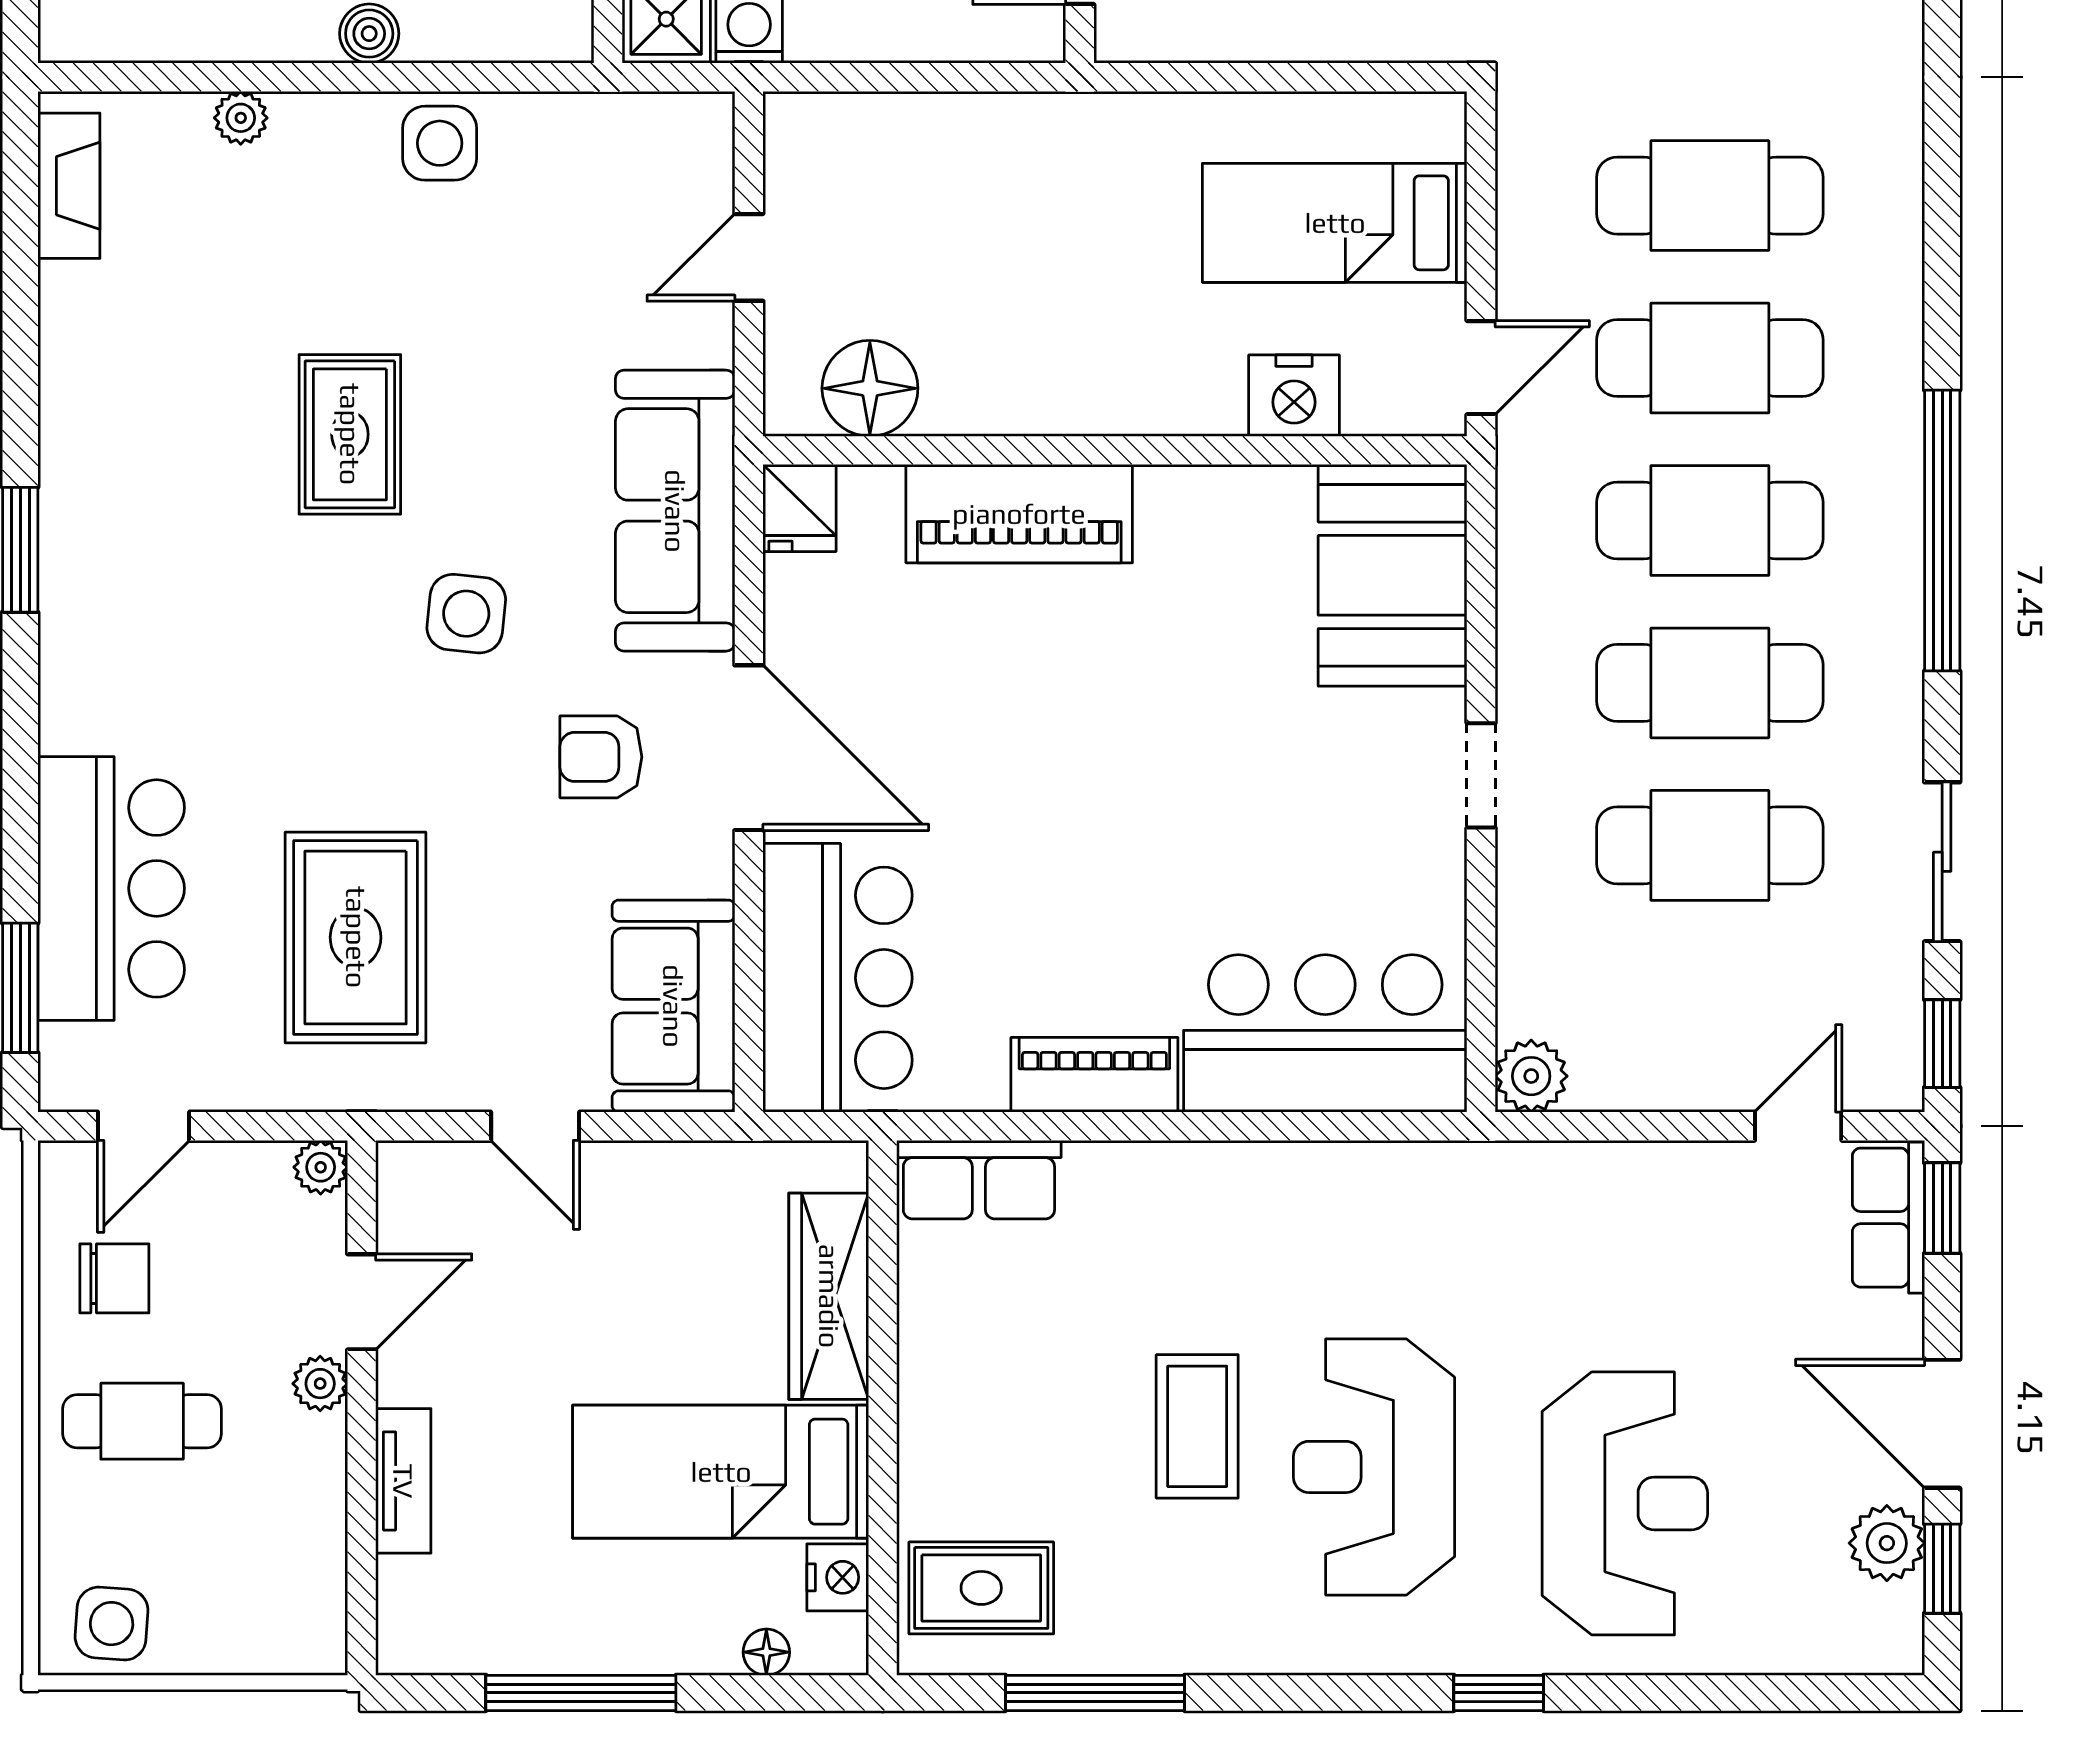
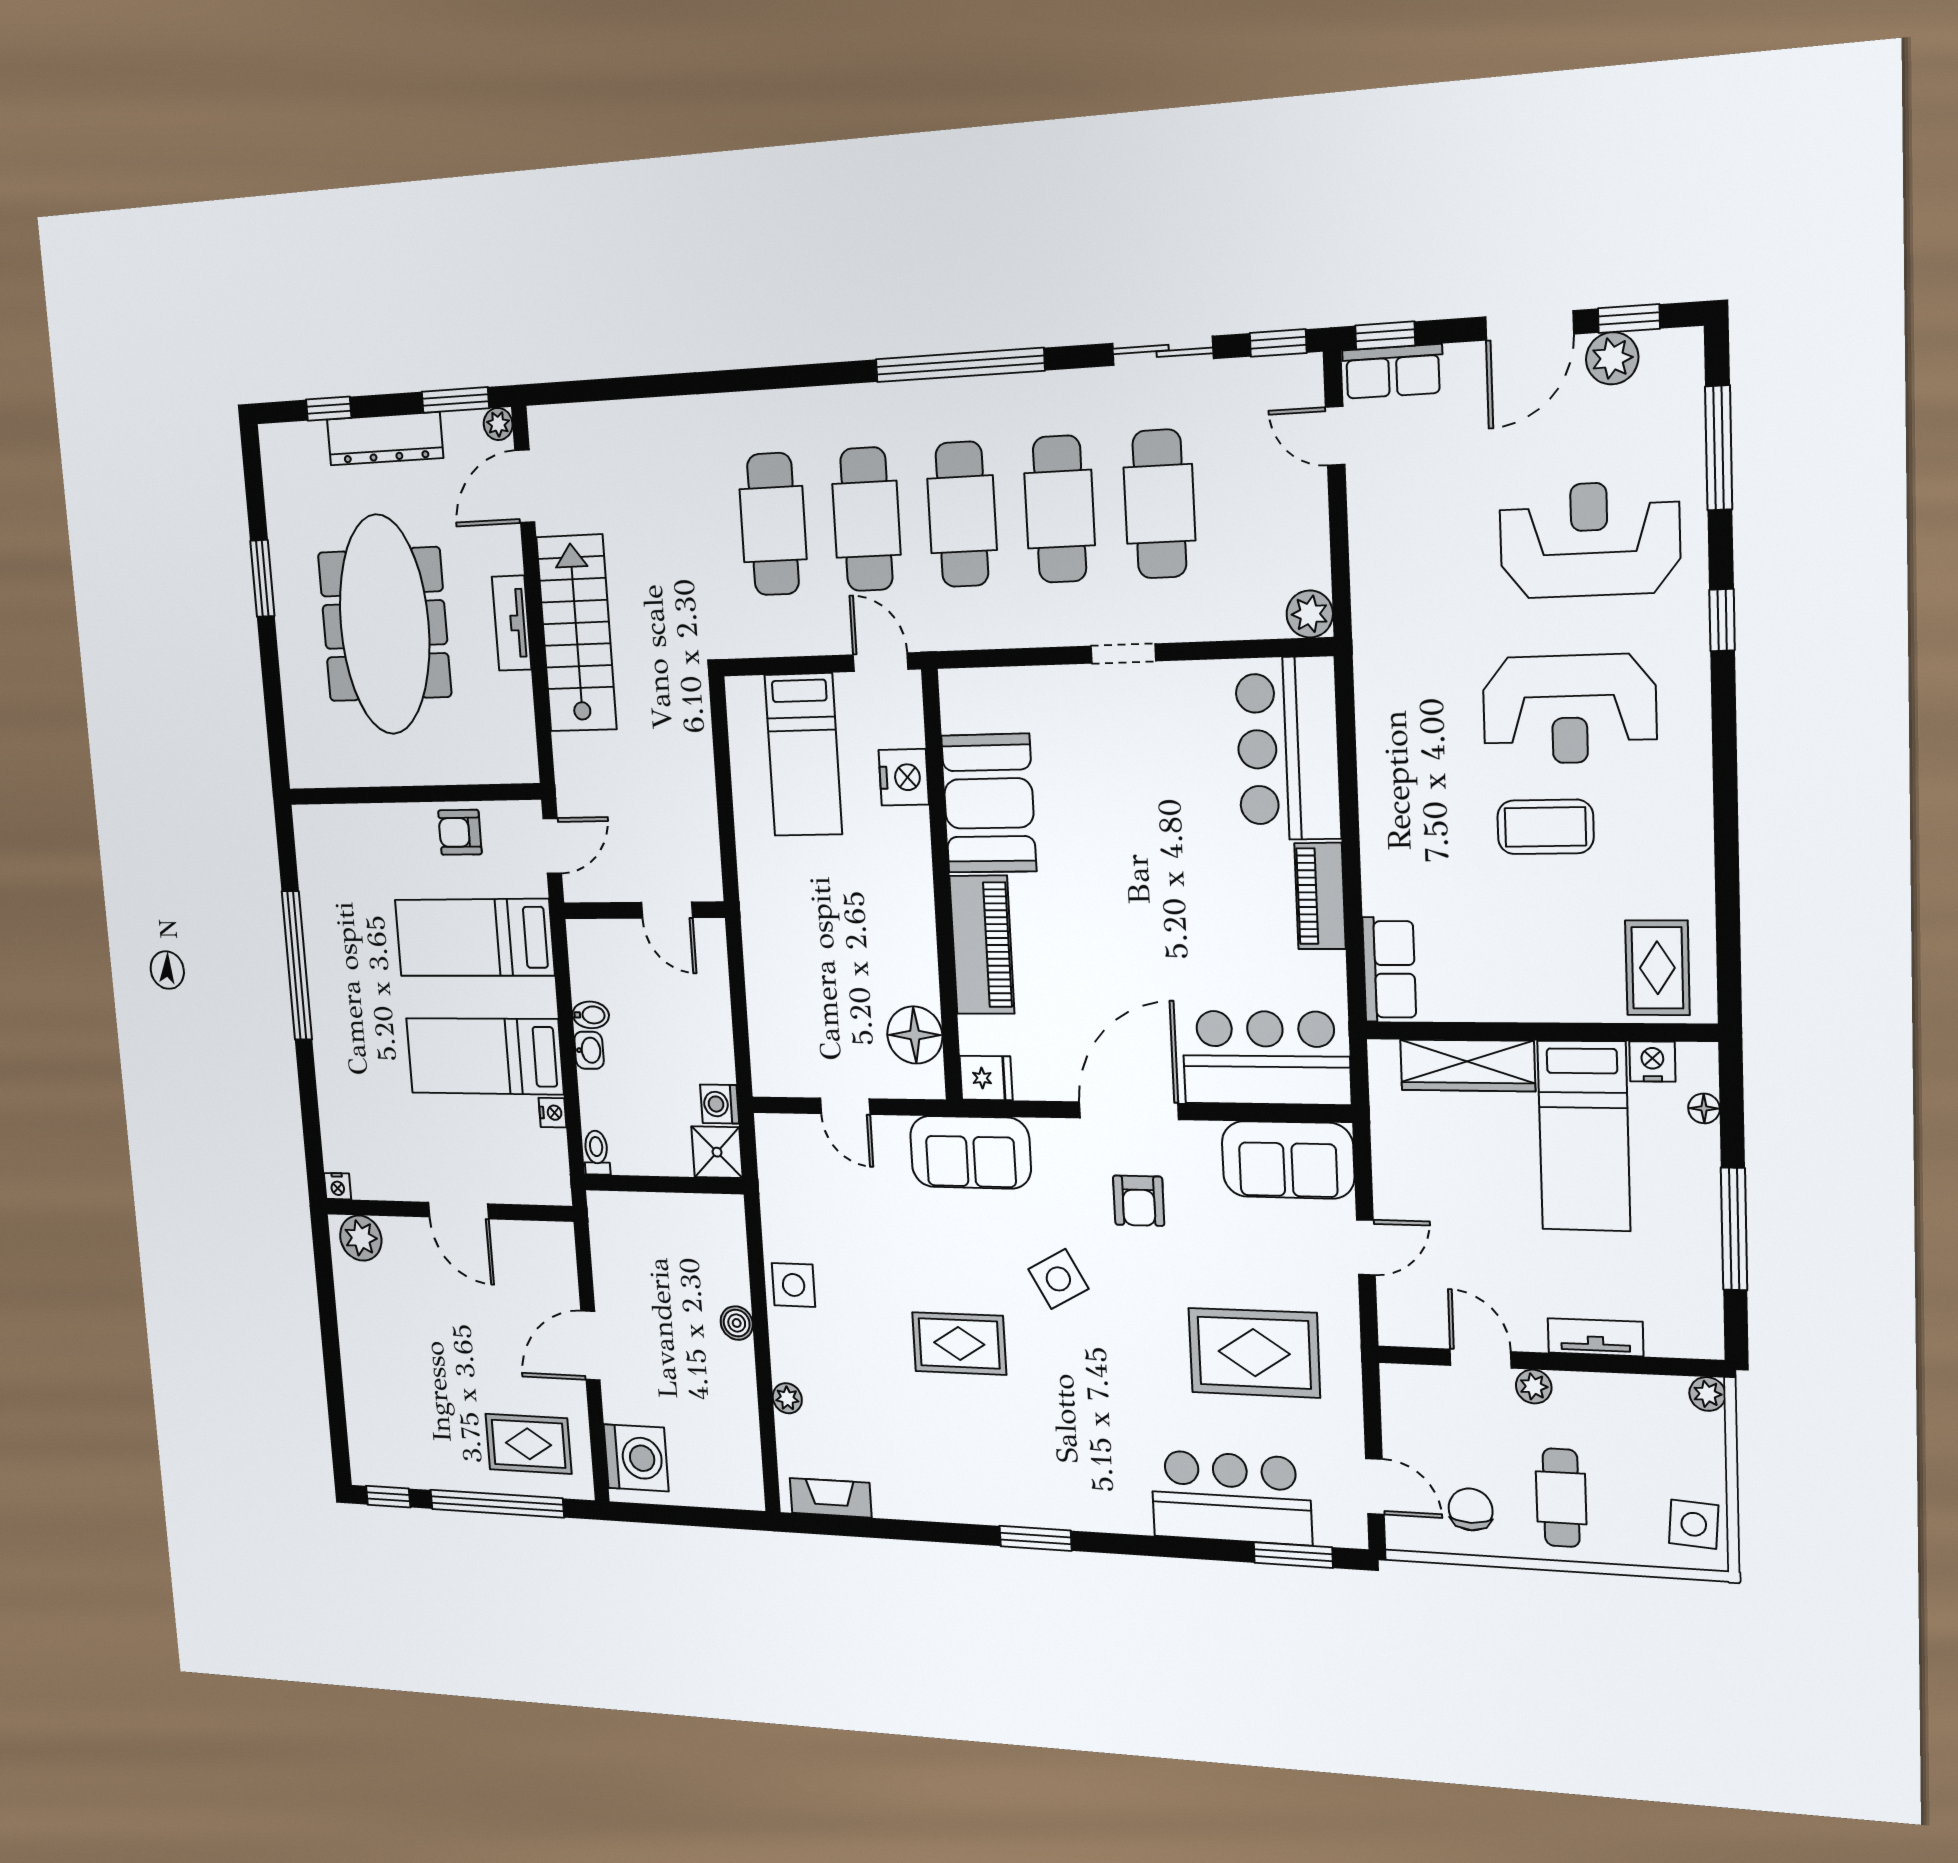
sofa: (675, 511) -> (970, 1152), width x0.73
booth: (1393, 575) -> (989, 803), moved, turned 90
side table: (466, 614) -> (1058, 1279), turned -35
plant: (321, 1167) -> (1707, 1394), moved
window: (1095, 1693) -> (1719, 448), moved

